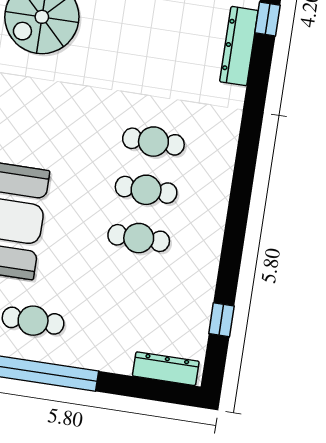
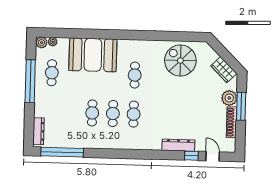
cafe table: (63, 128) -> (135, 75), added
window: (221, 320) -> (62, 152), width x3.17

